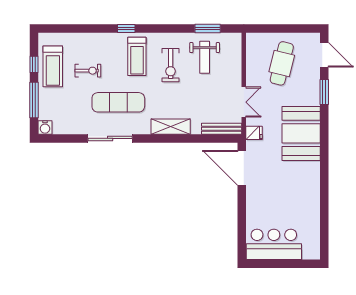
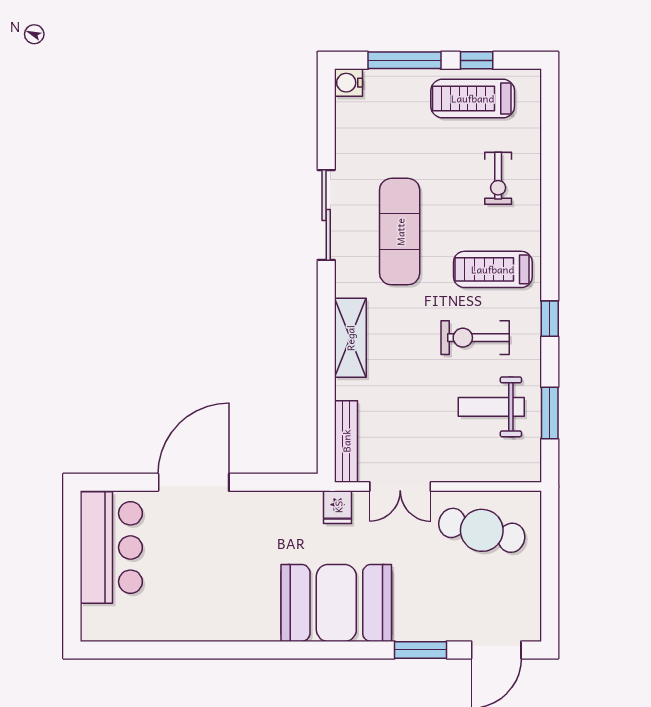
window: (126, 28) -> (550, 319), moved
cafe table: (282, 63) -> (482, 530), moved
exercise bike: (88, 71) -> (498, 178), moved
door: (242, 168) -> (194, 482), moved

